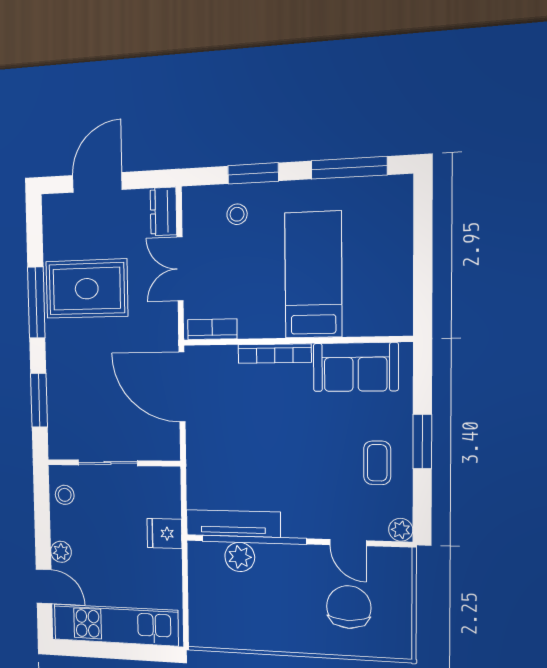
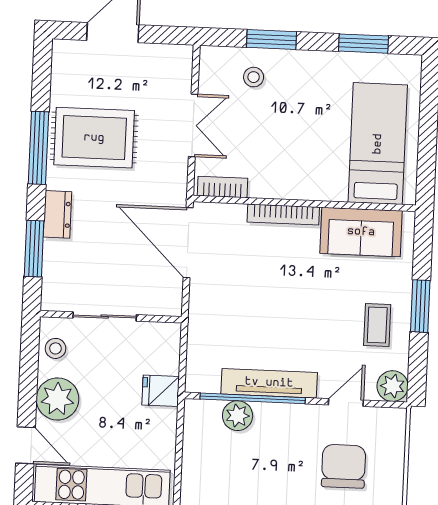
window: (349, 168) -> (363, 44), width x0.69
dresser: (163, 211) -> (57, 214), moved, turned 180
double door: (180, 269) -> (193, 125), swing flipped
bed: (313, 275) -> (378, 144), moved
tv unit: (233, 524) -> (269, 383), moved
plant: (401, 530) -> (393, 386), width x1.38, depth x1.38
door: (348, 543) -> (346, 402), swing flipped
plant: (61, 552) -> (57, 399), width x1.88, depth x1.88

